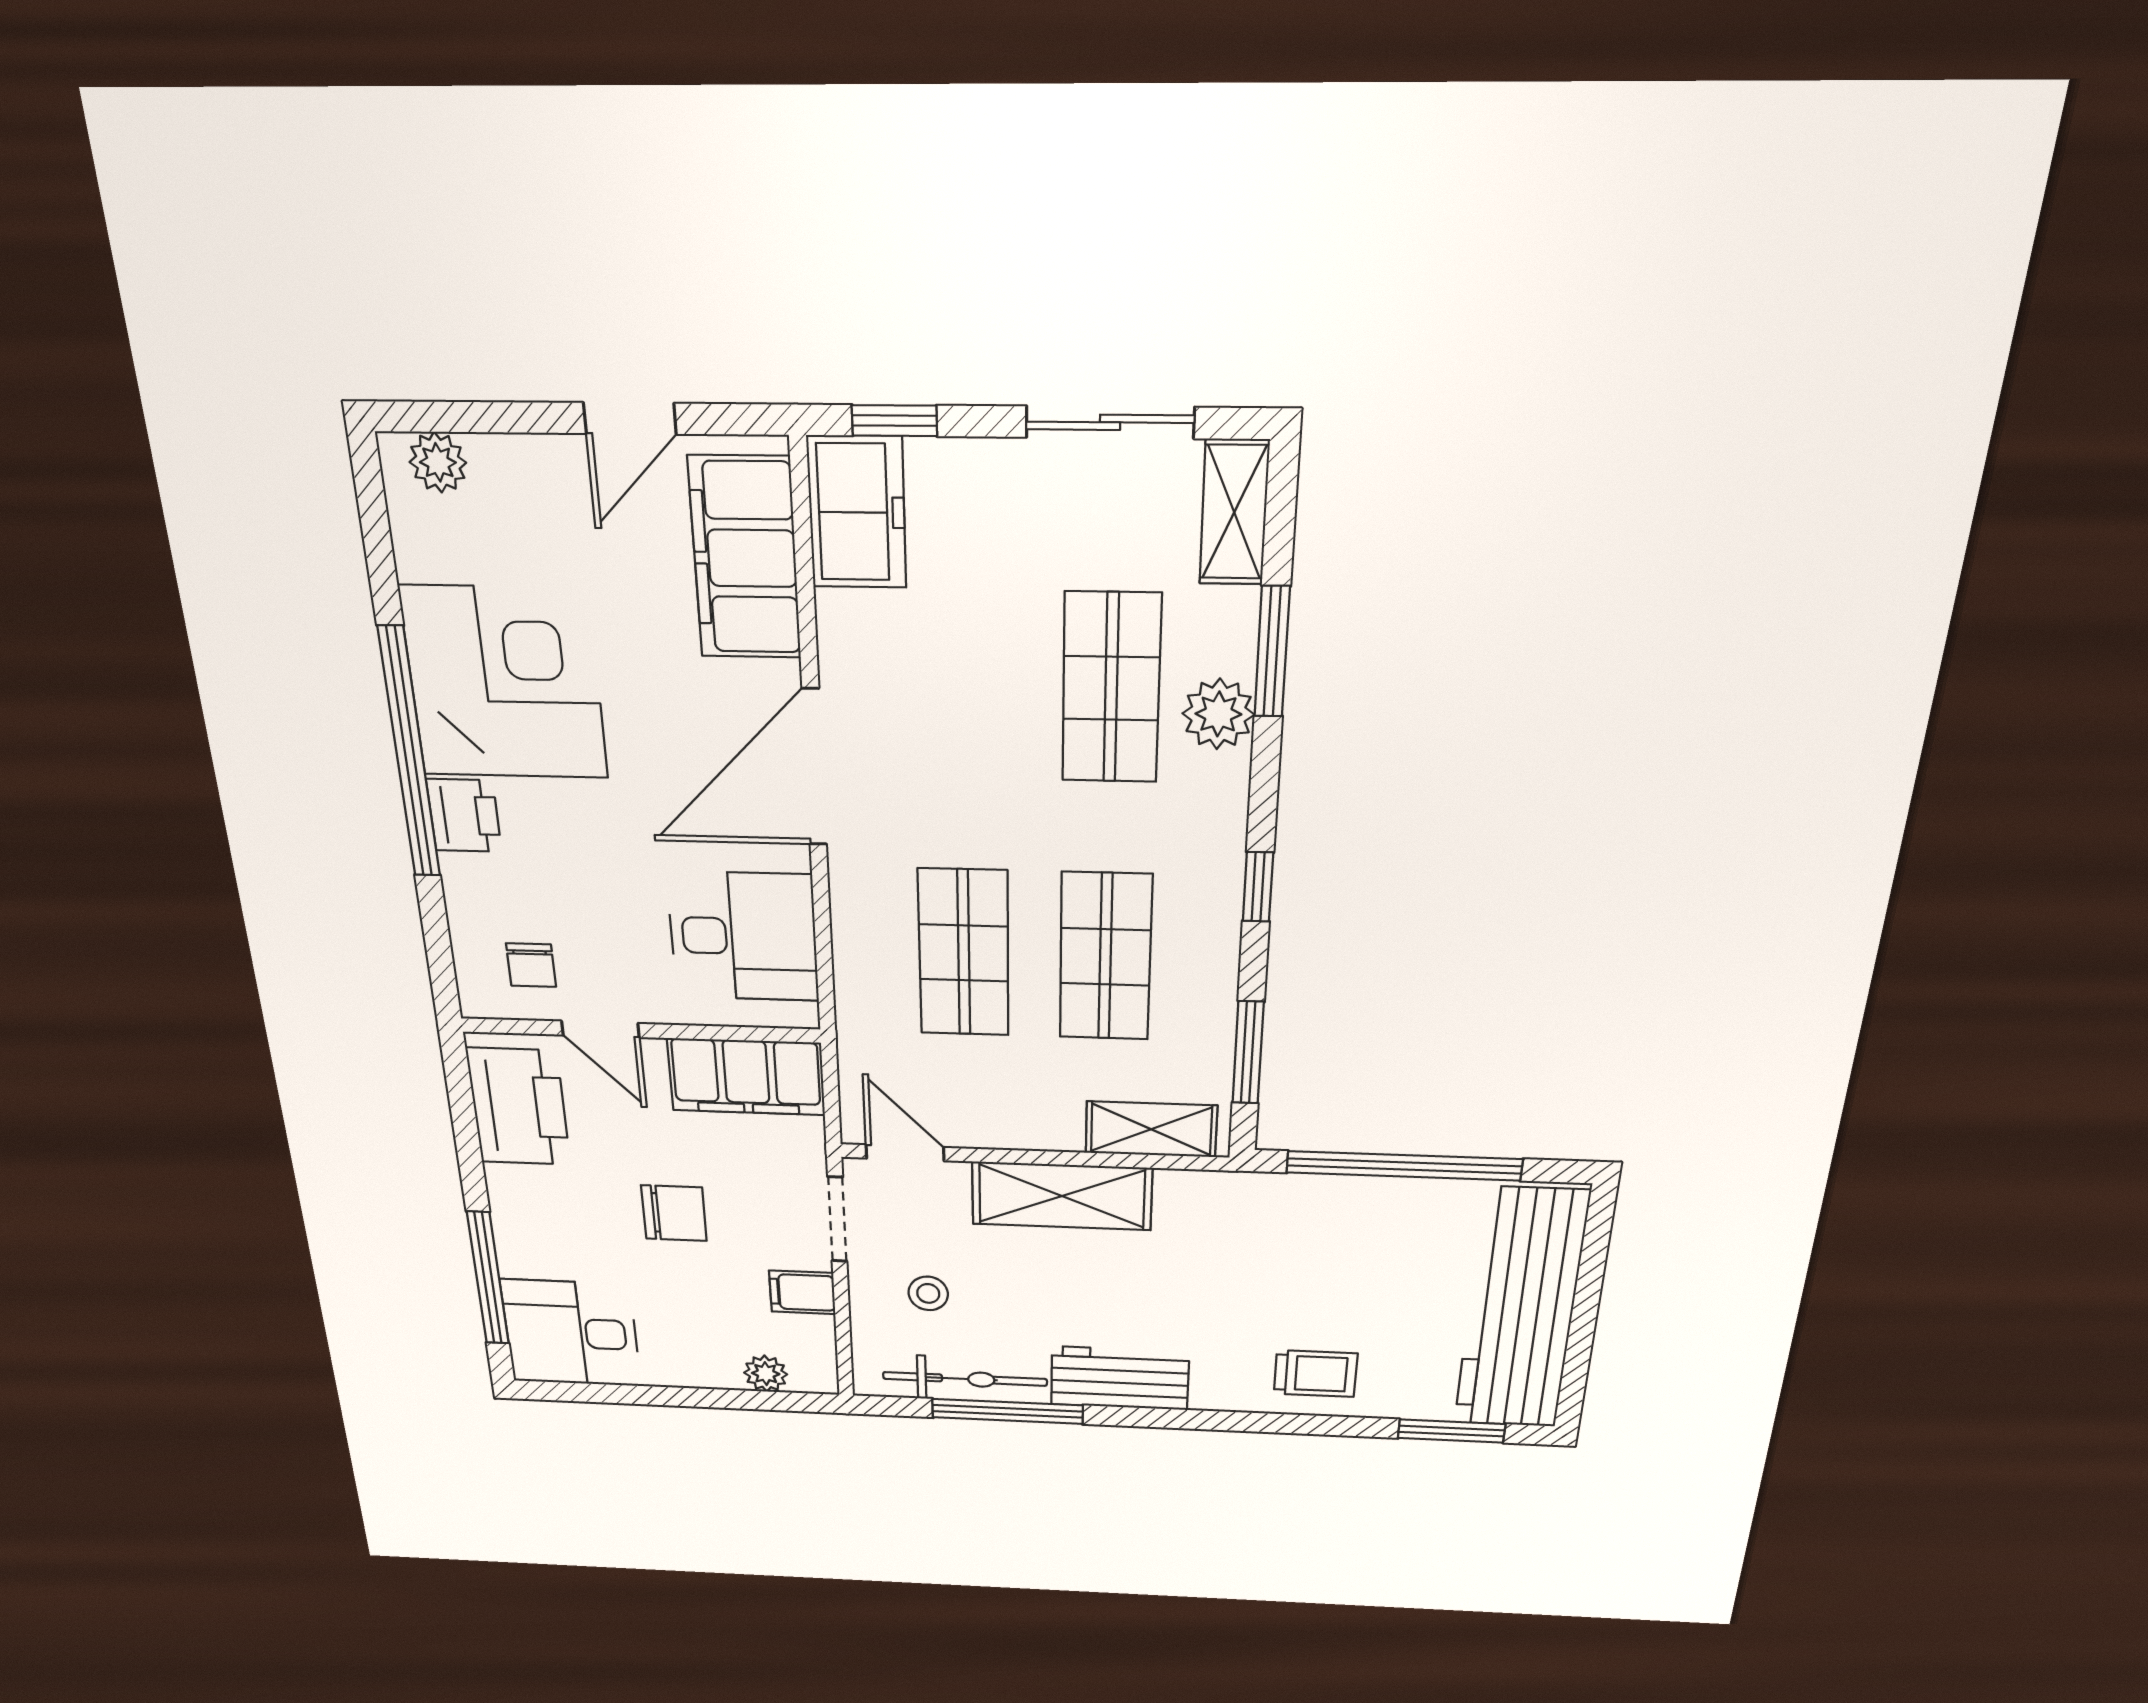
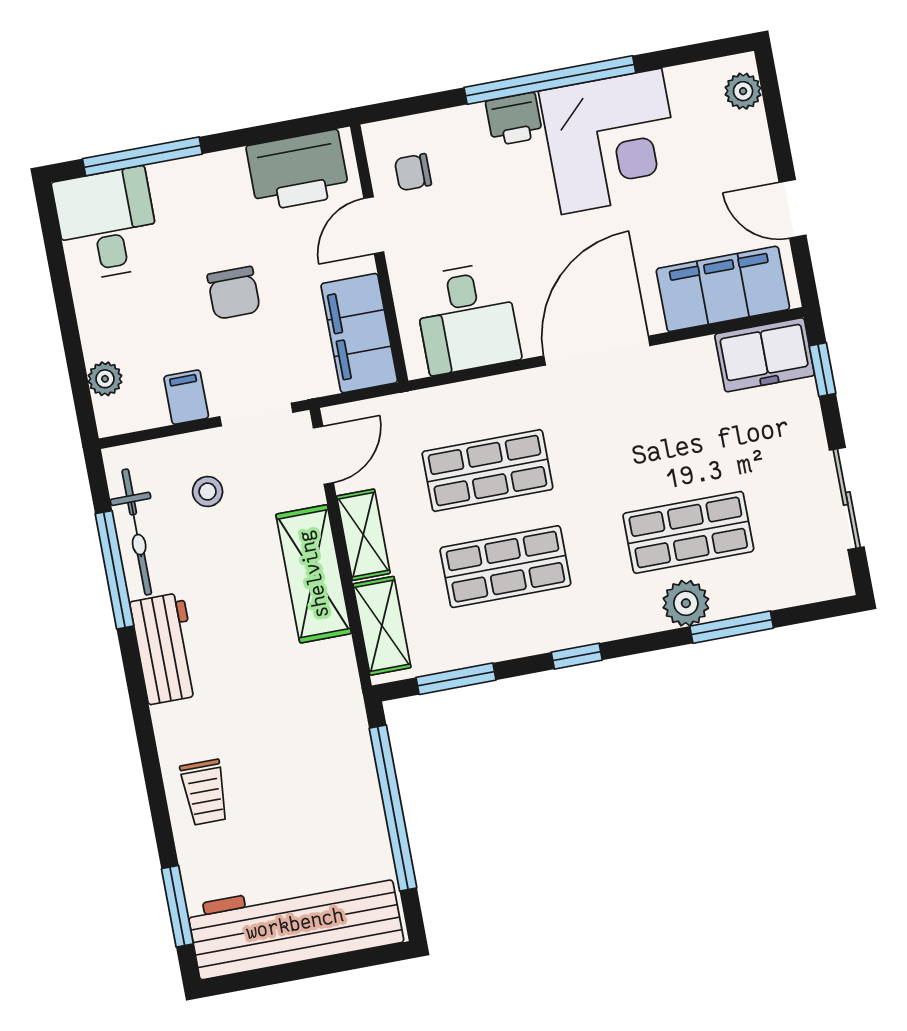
shelving: (1234, 512) -> (363, 535), moved, turned 90
door: (814, 768) -> (597, 351), hinge flipped

